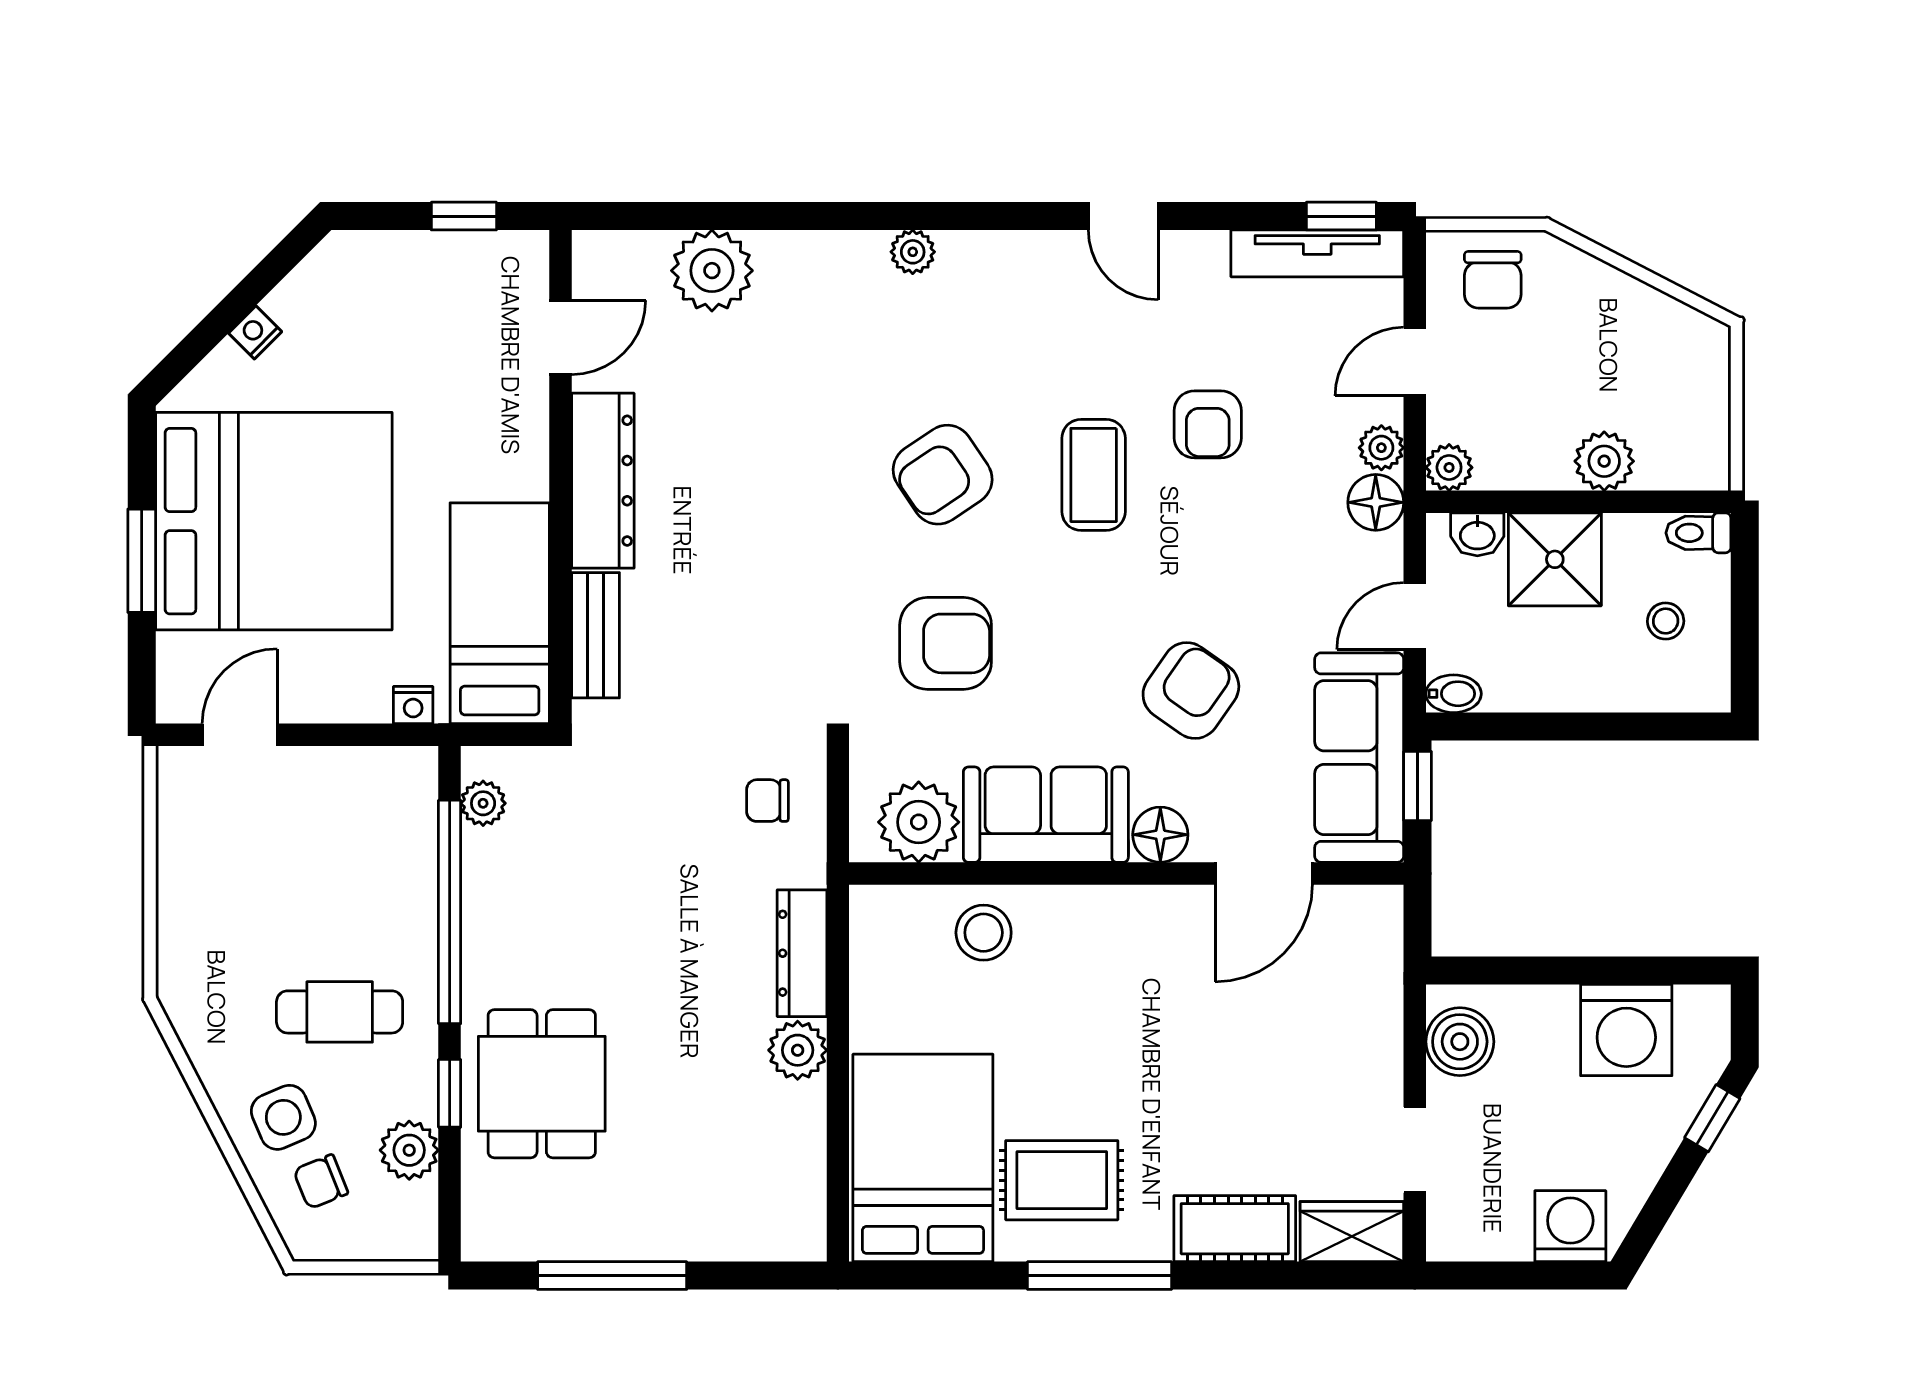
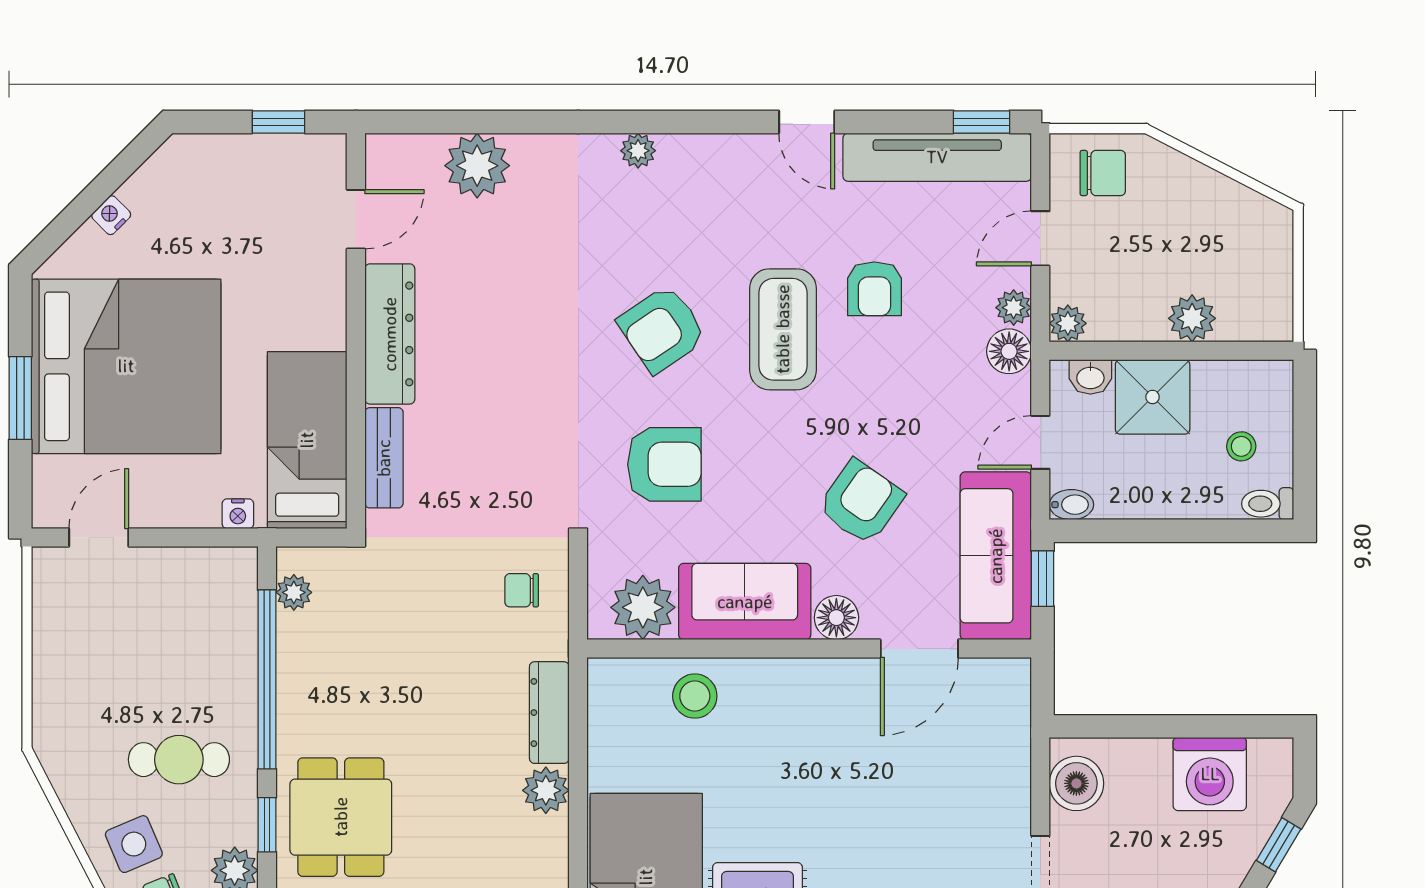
tv unit: (1317, 253) -> (937, 157), width x1.36, depth x1.29
chair: (1493, 280) -> (1103, 173), turned -90
coffee table: (1094, 475) -> (783, 329), width x1.36, depth x1.32
toilet: (1698, 533) -> (1268, 504), moved

